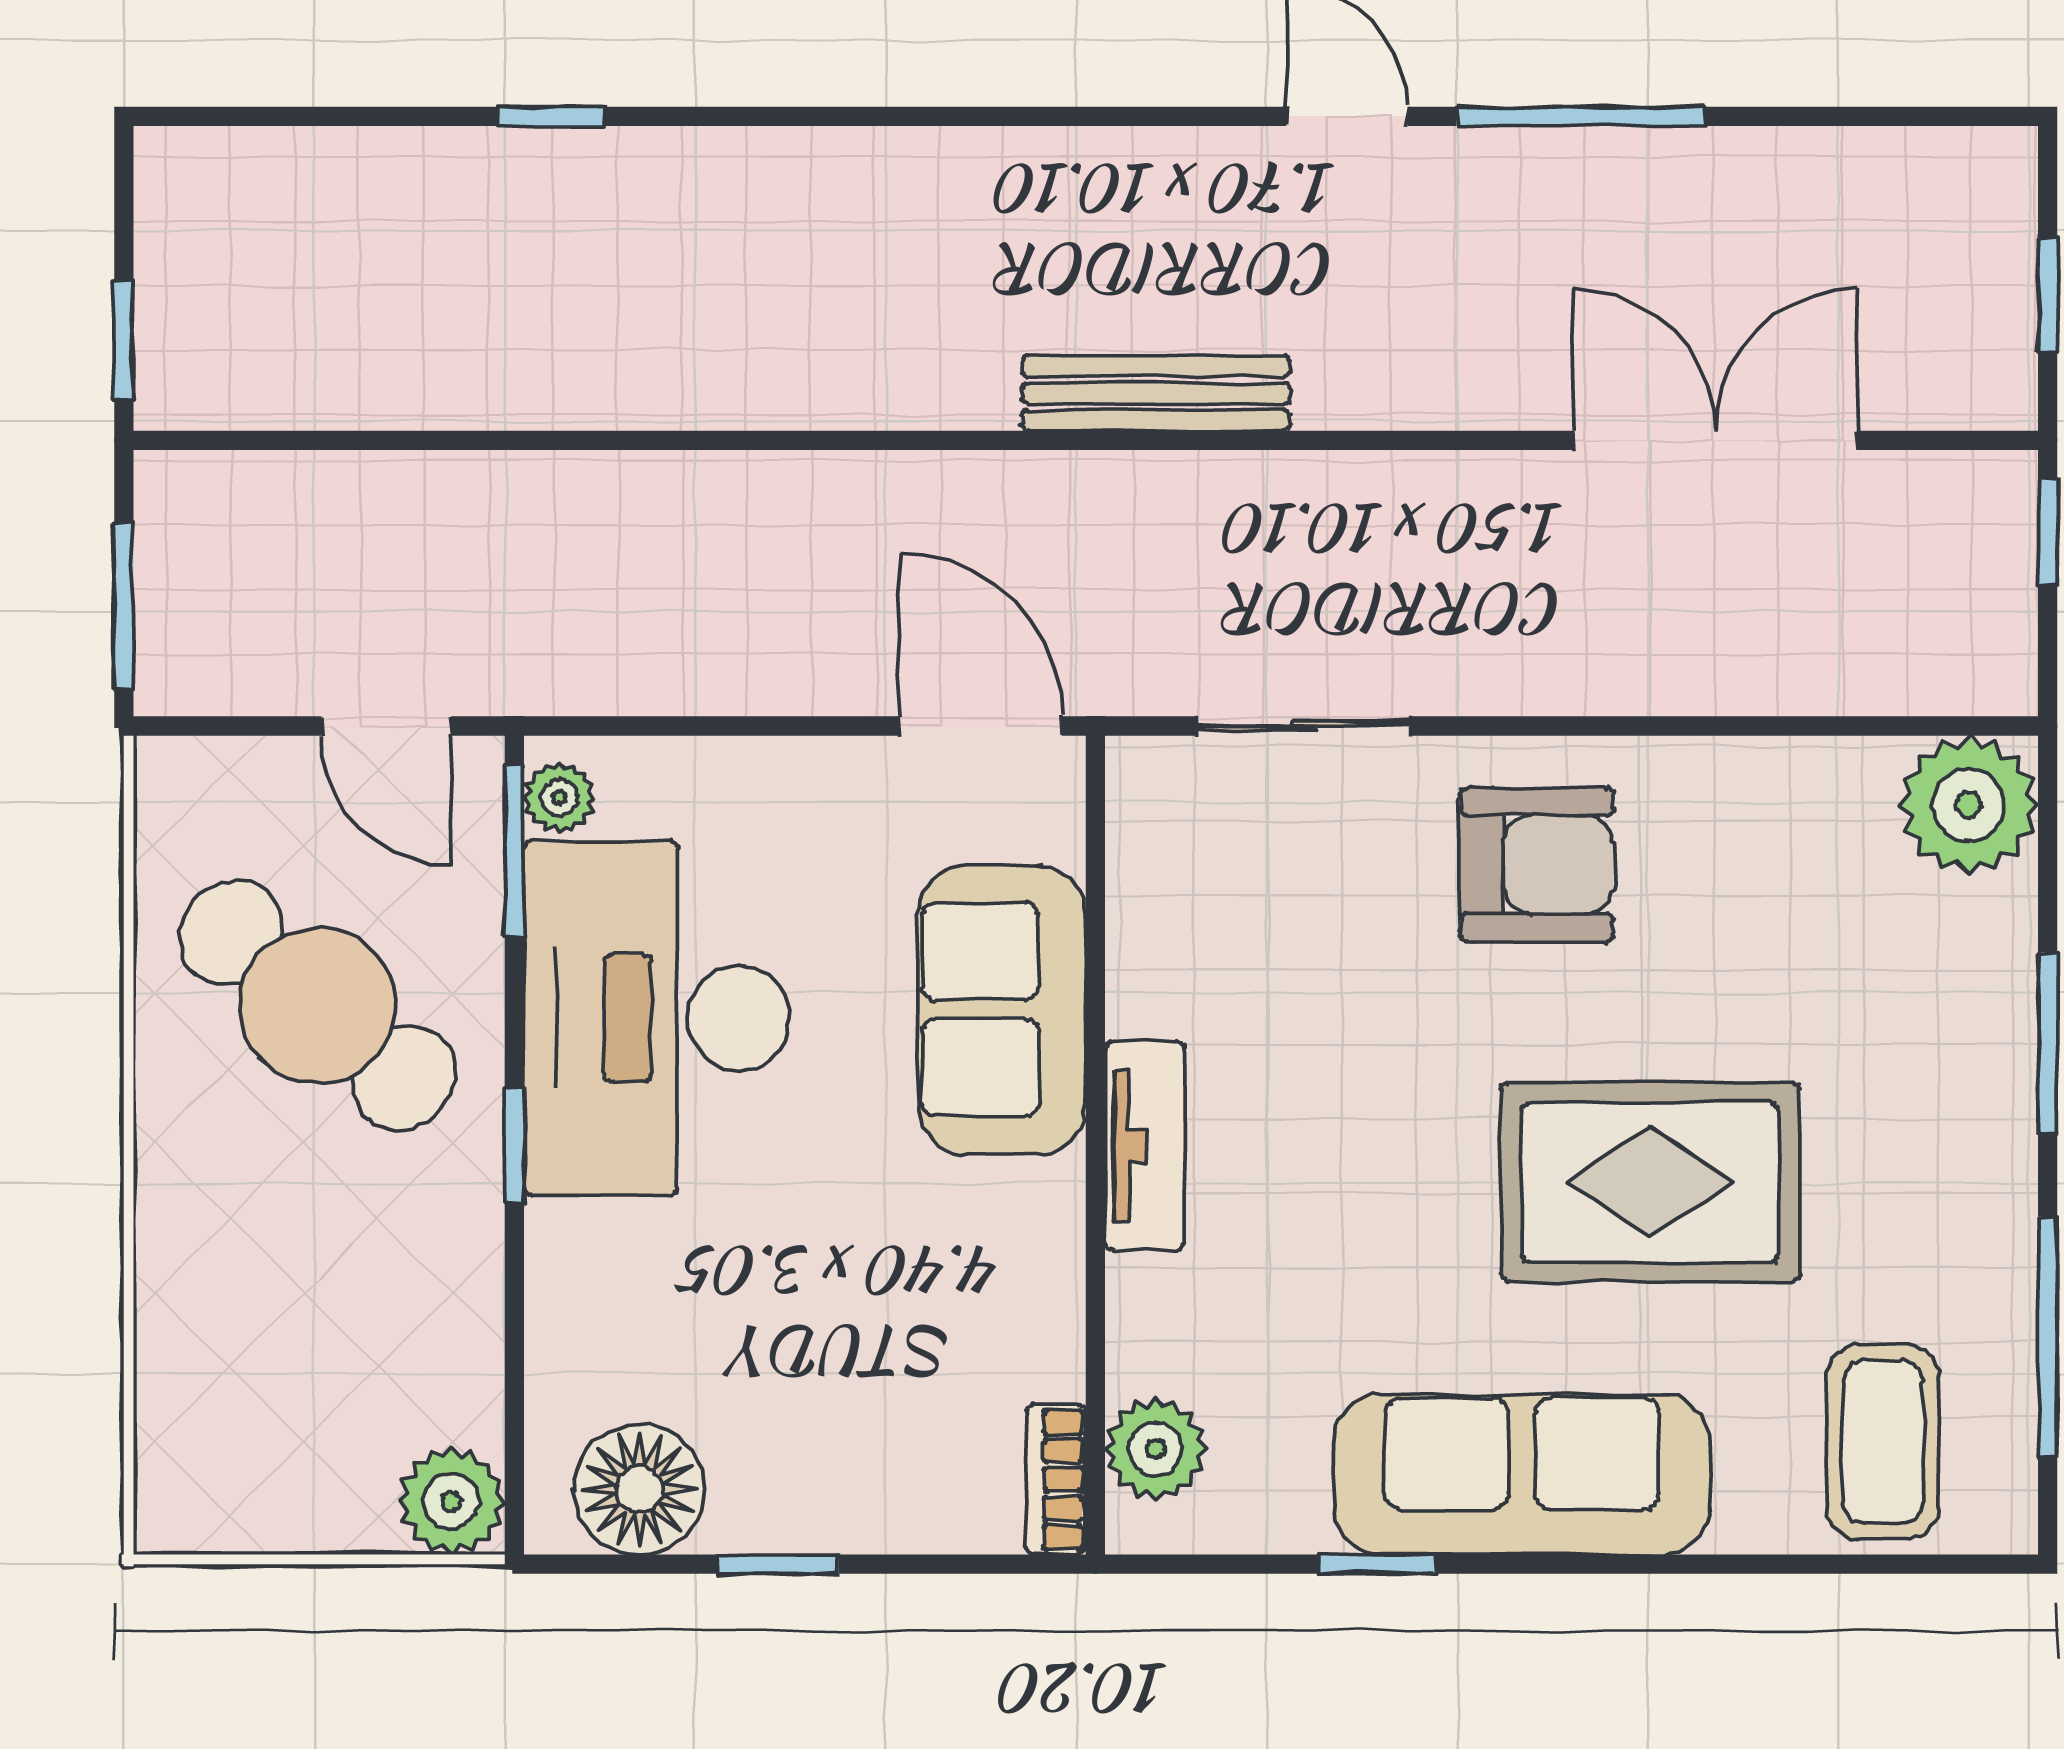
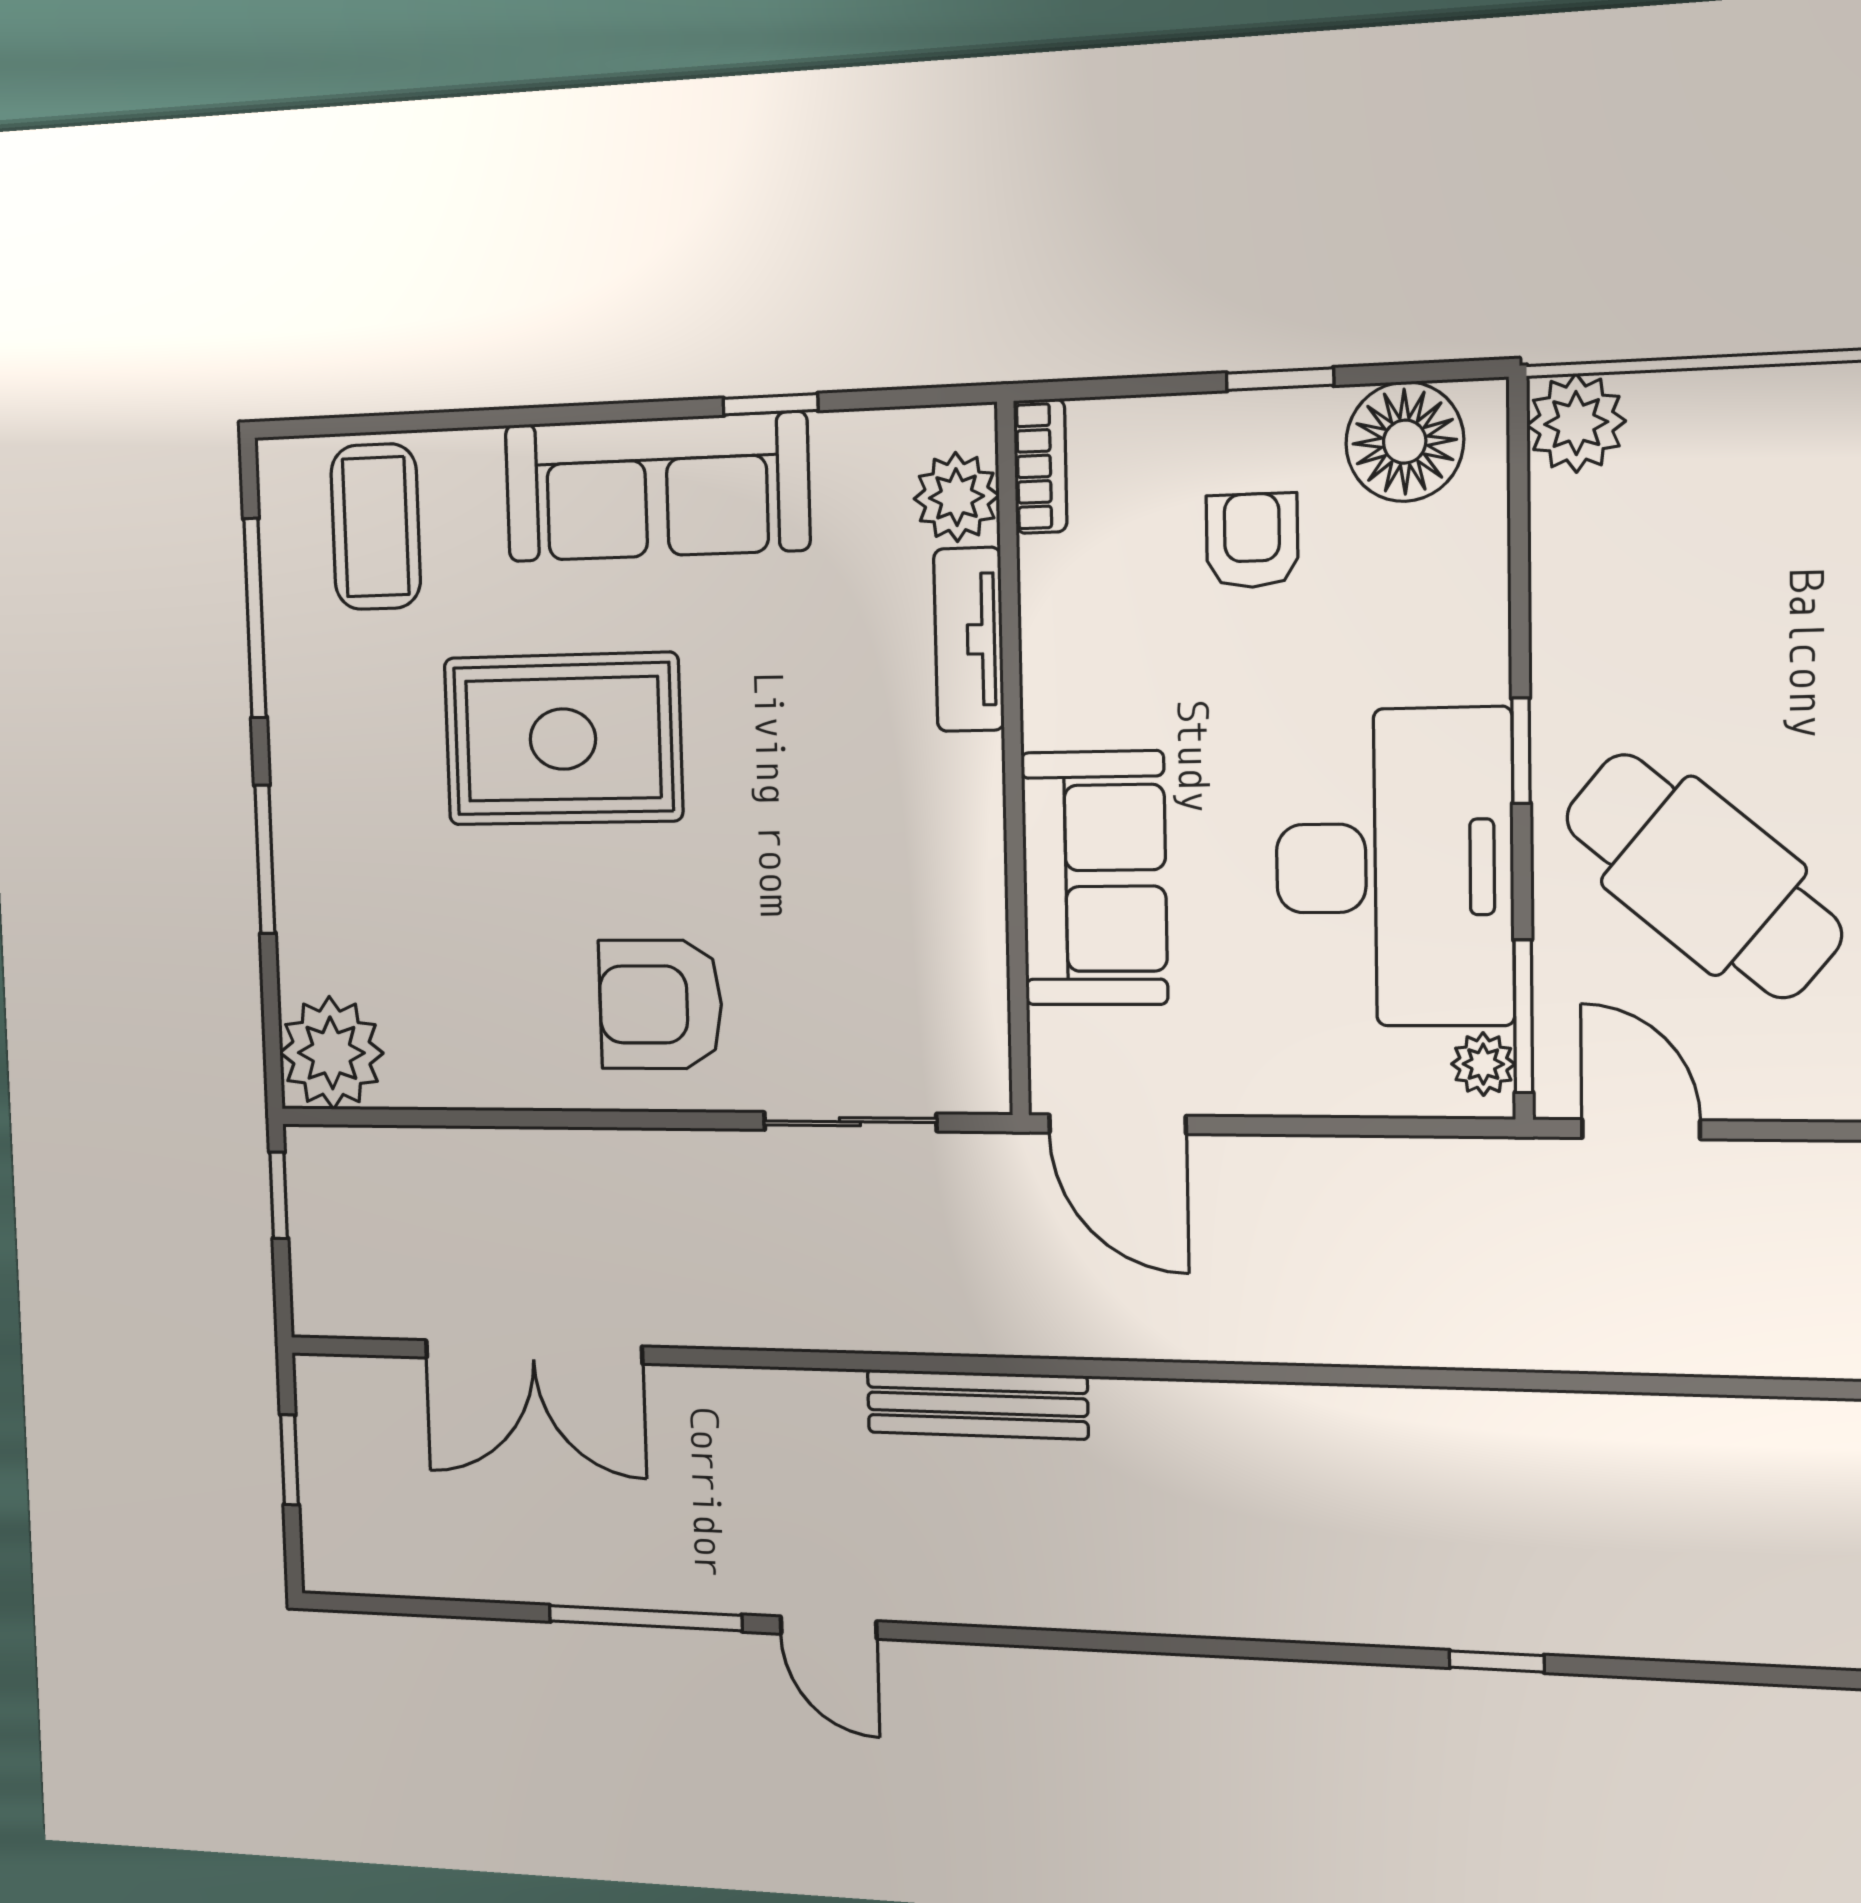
window: (2048, 532) -> (279, 1195), moved
tv unit: (1145, 1146) -> (969, 640), moved
armchair: (812, 1387) -> (1252, 541), added

